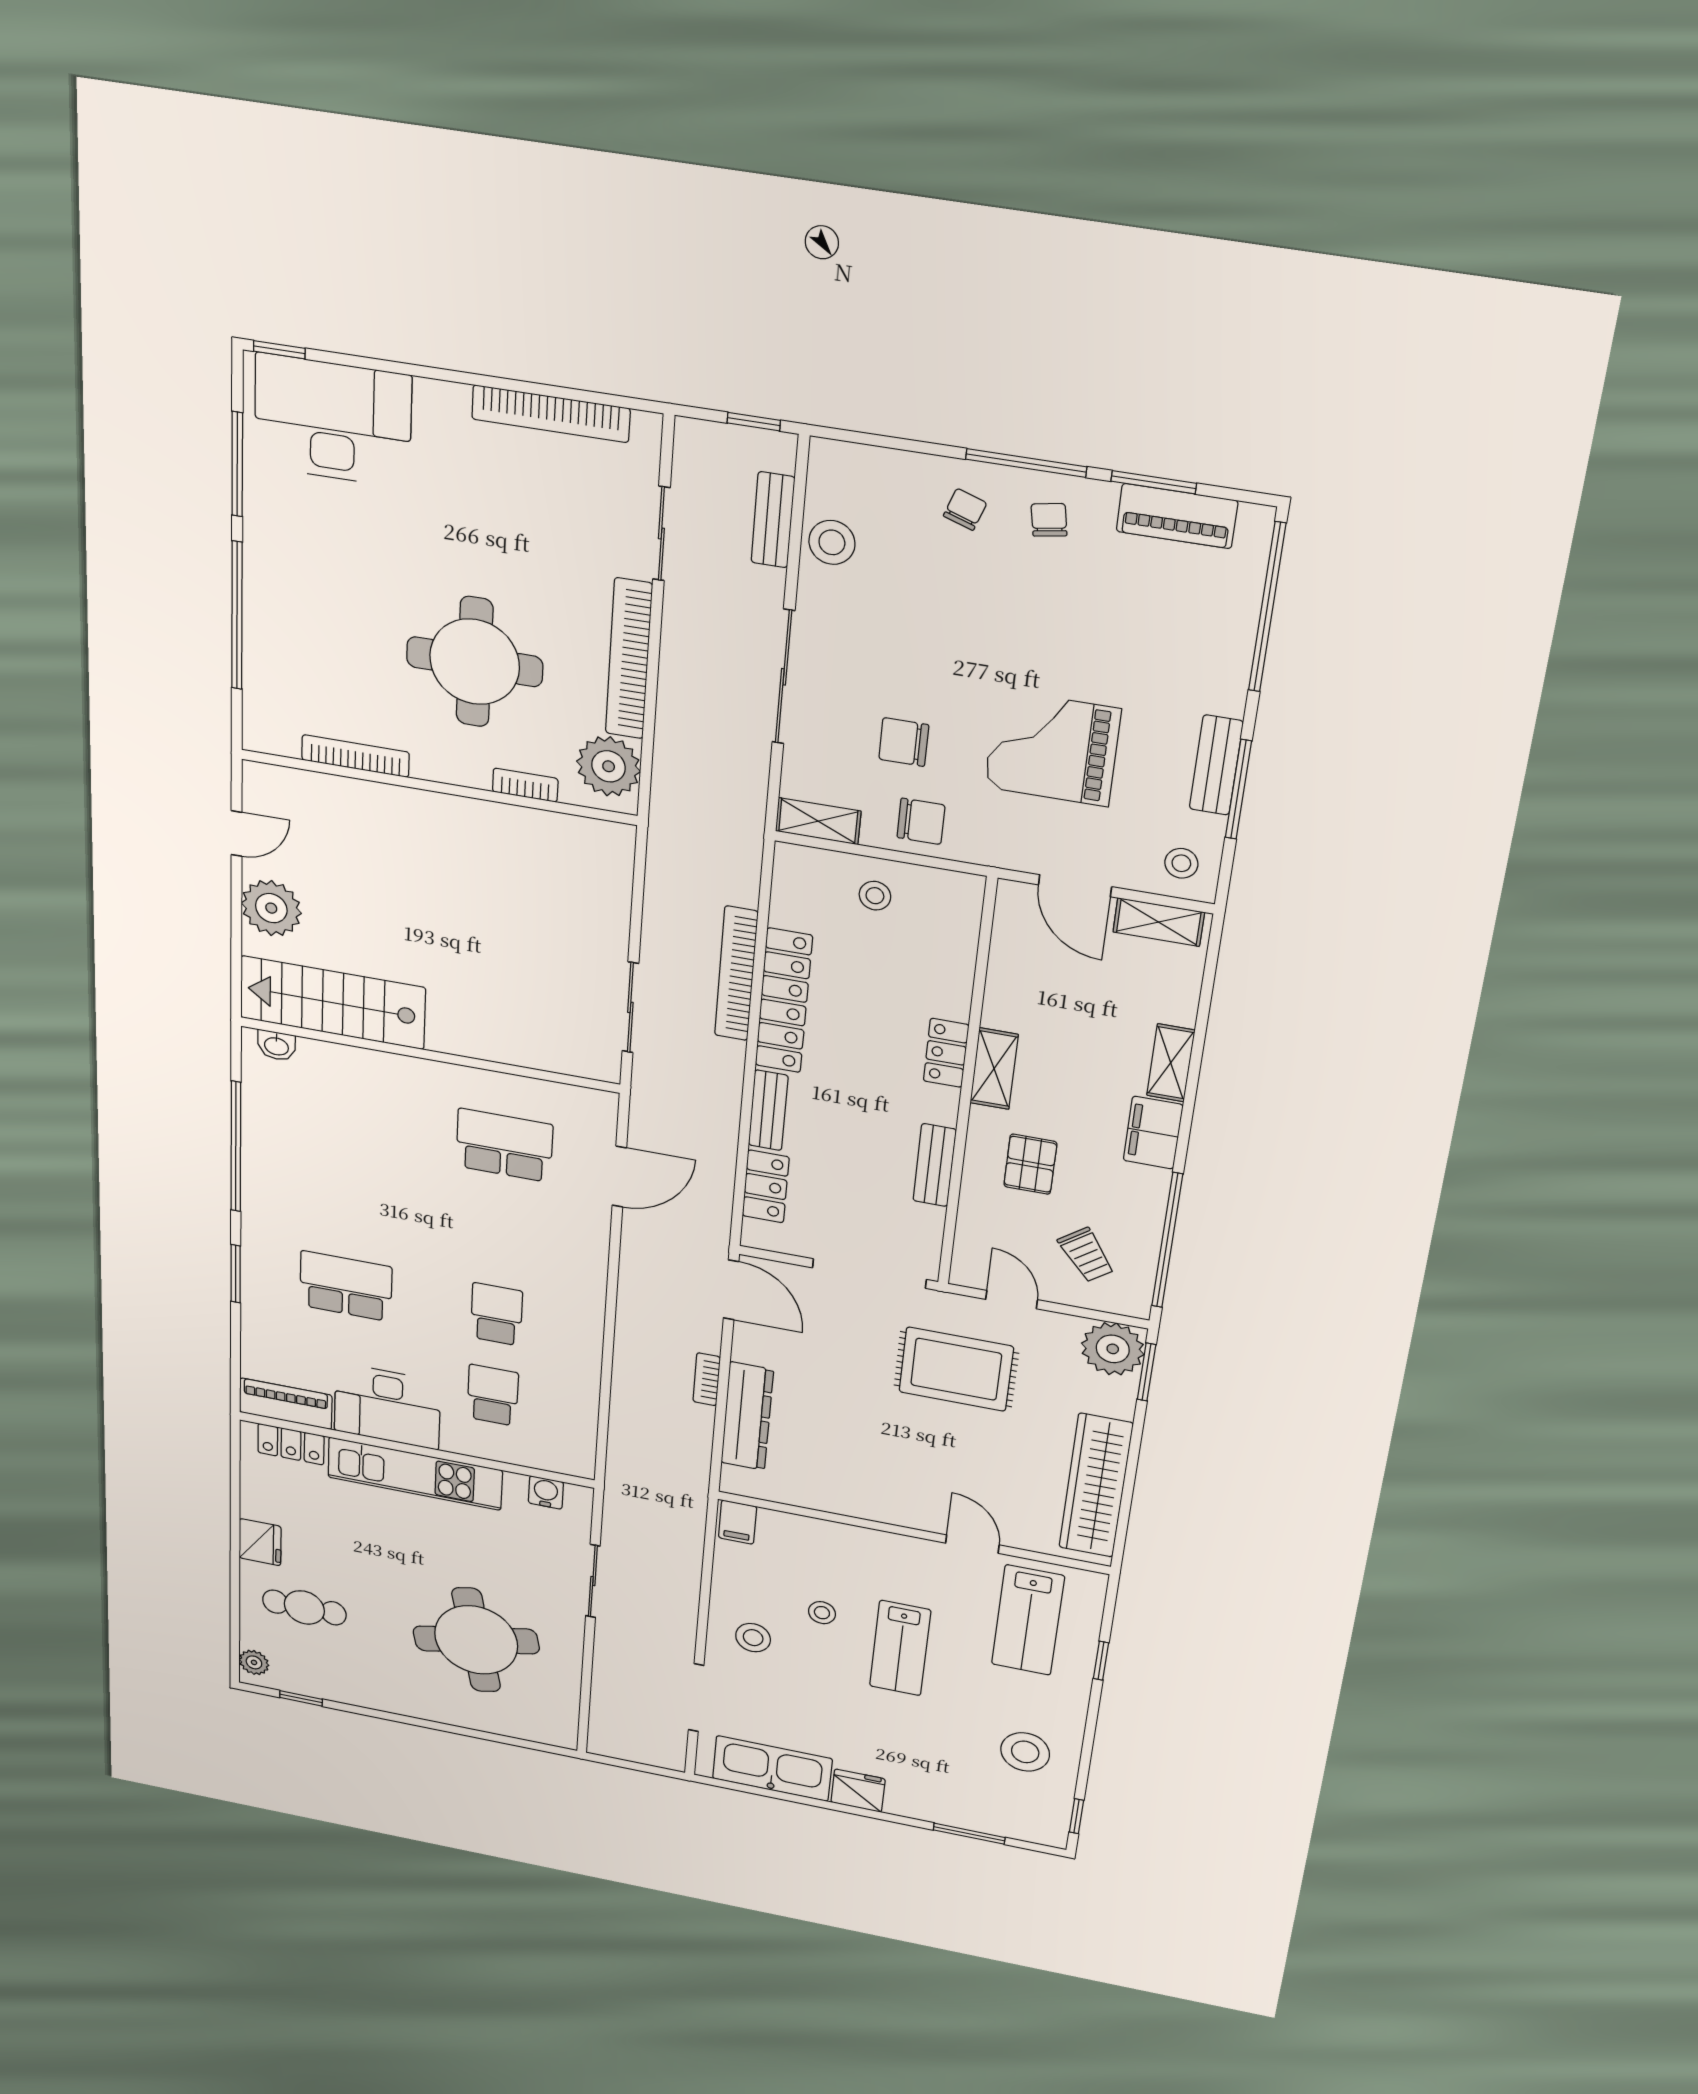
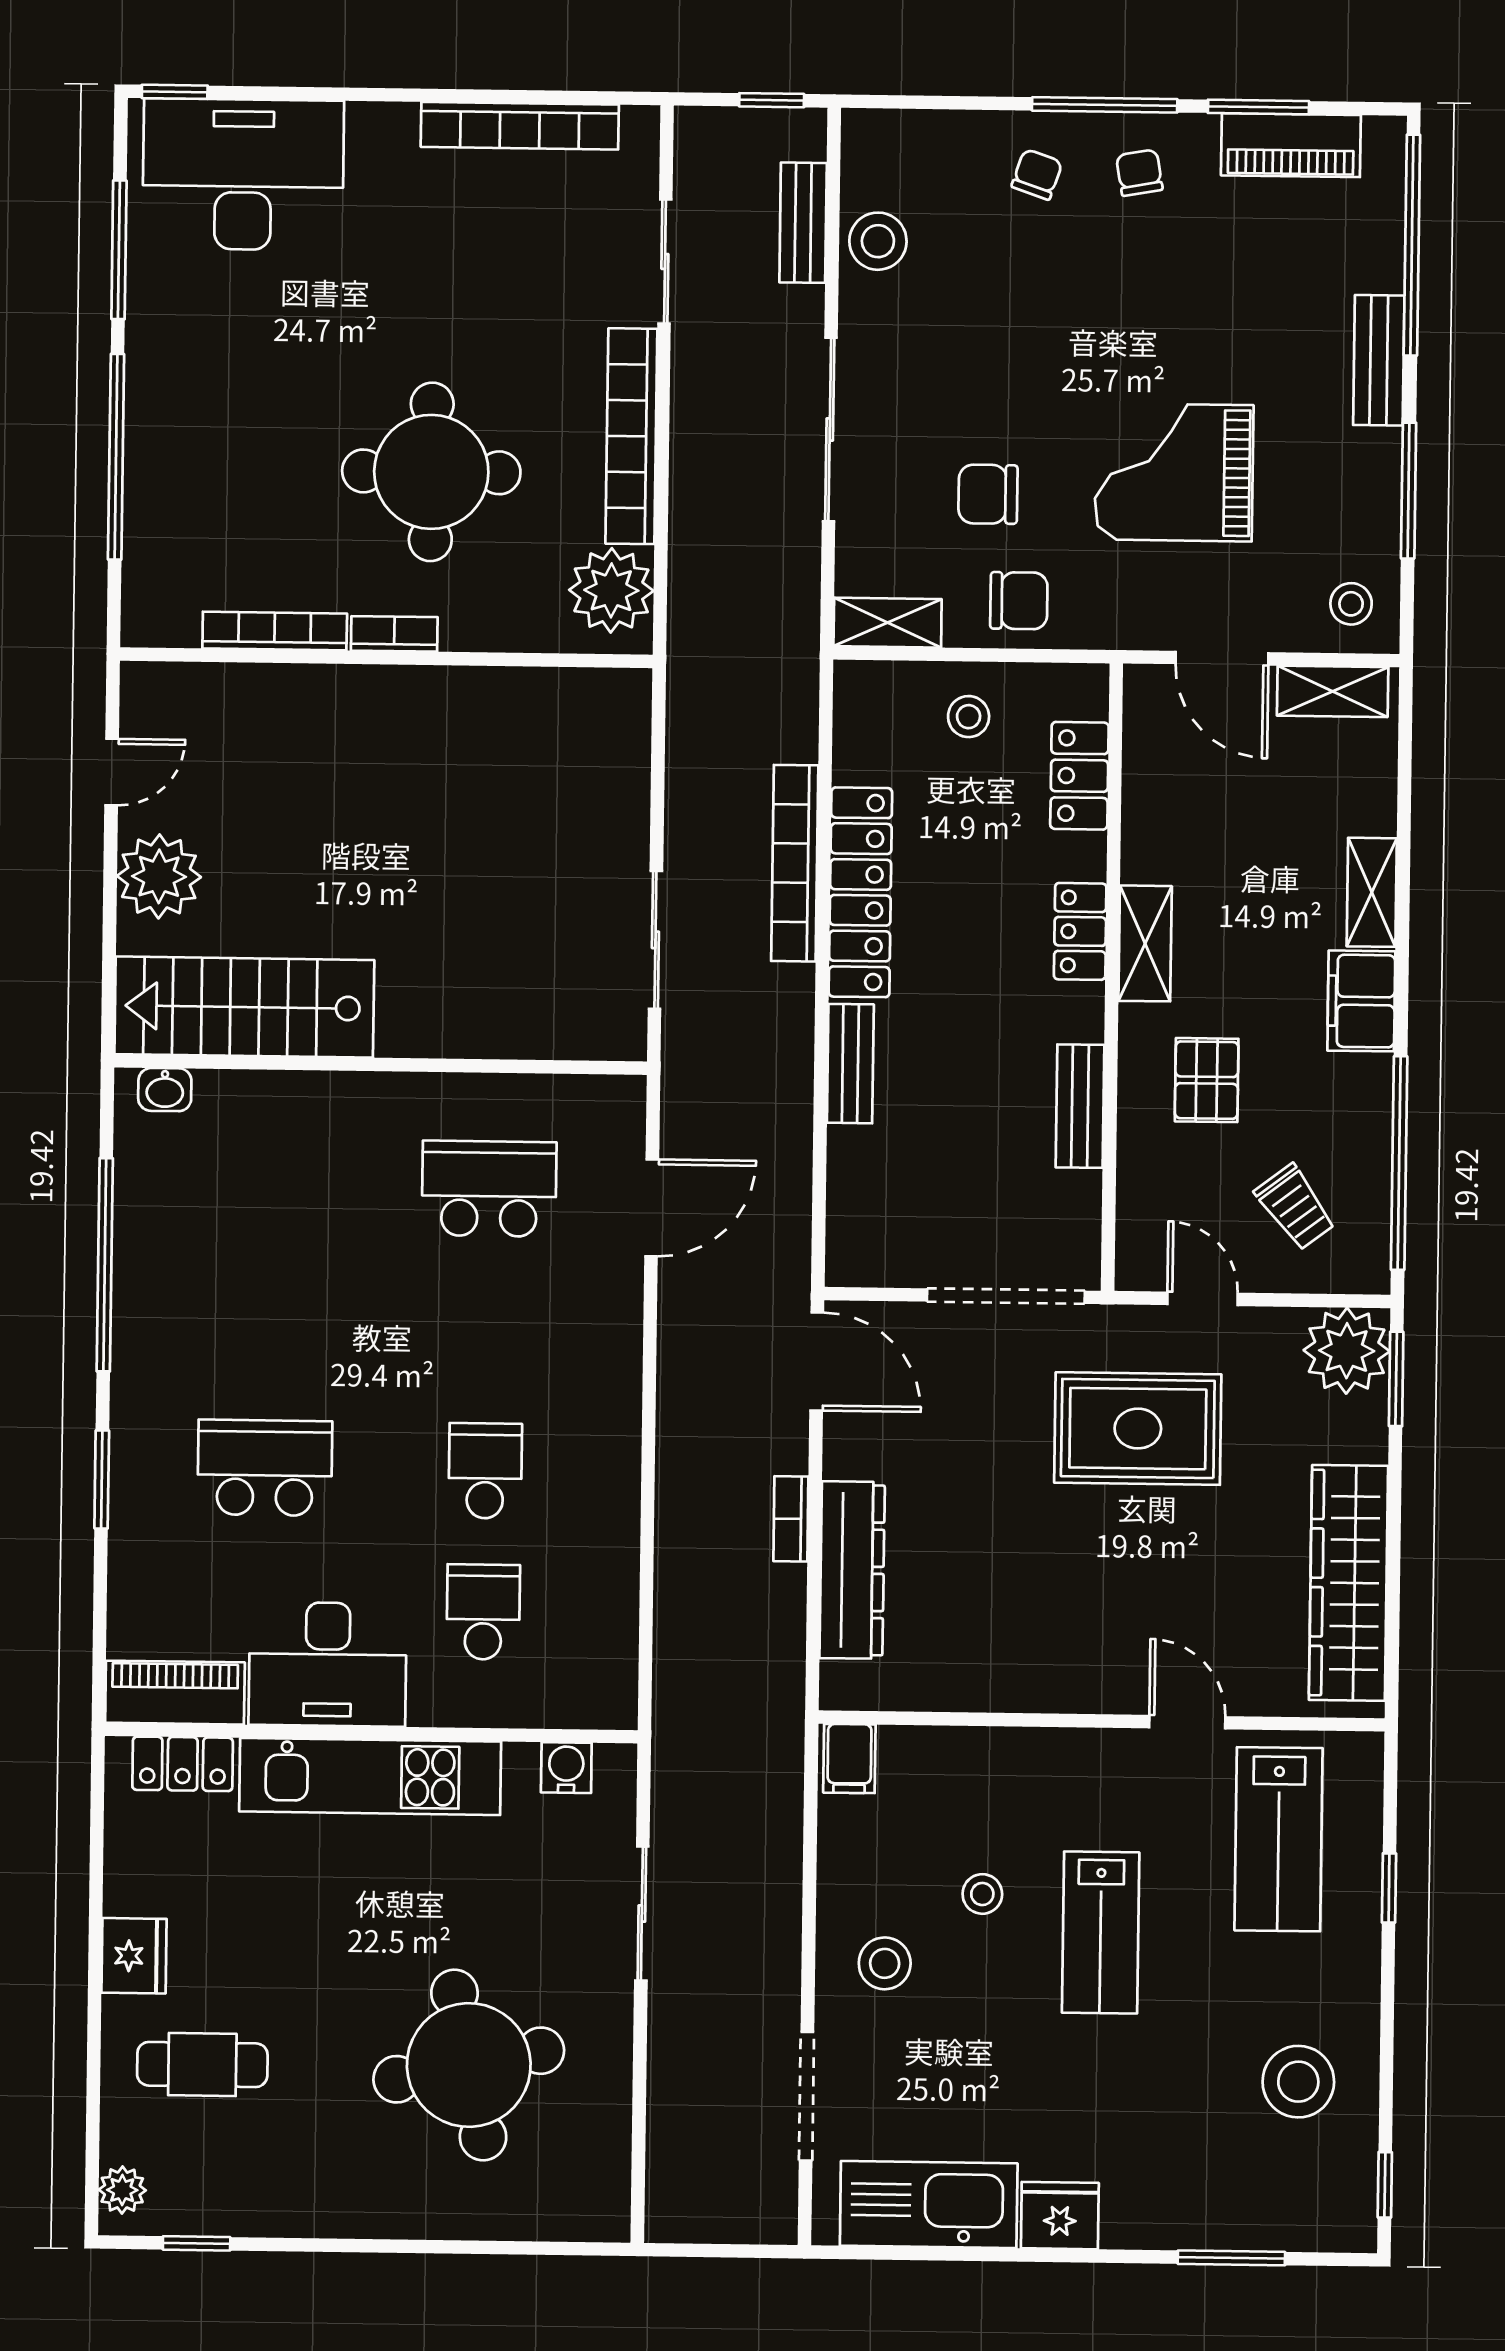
bench: (1216, 765) -> (1379, 360), moved
bookcase: (525, 785) -> (394, 634), moved
locker: (766, 1186) -> (1079, 776), moved, turned 180

